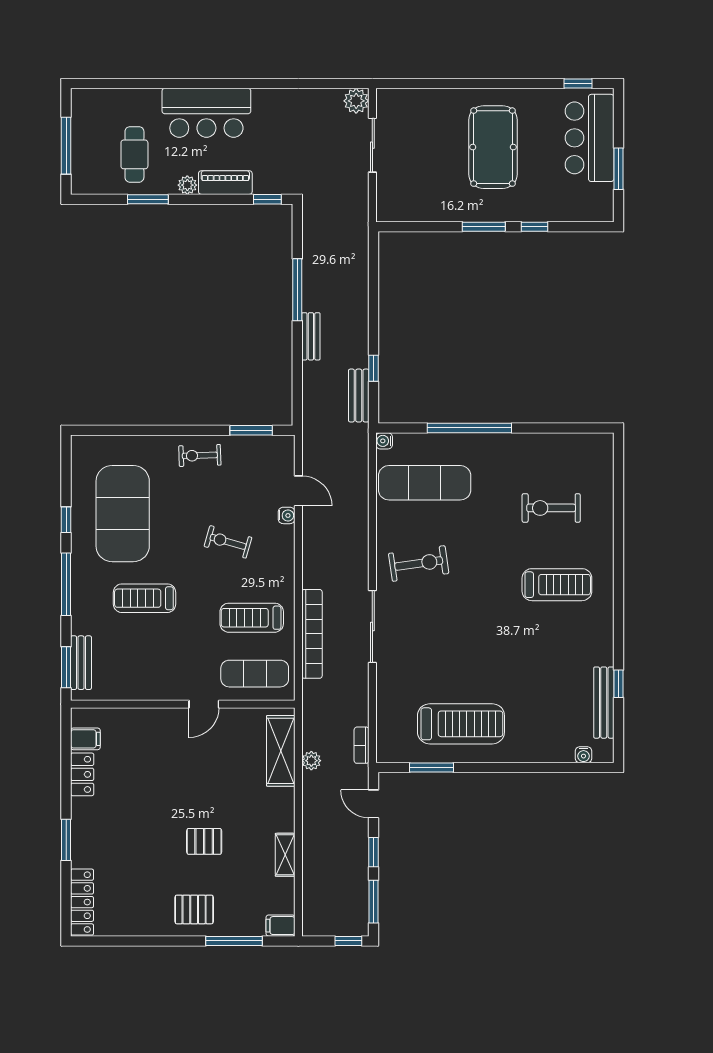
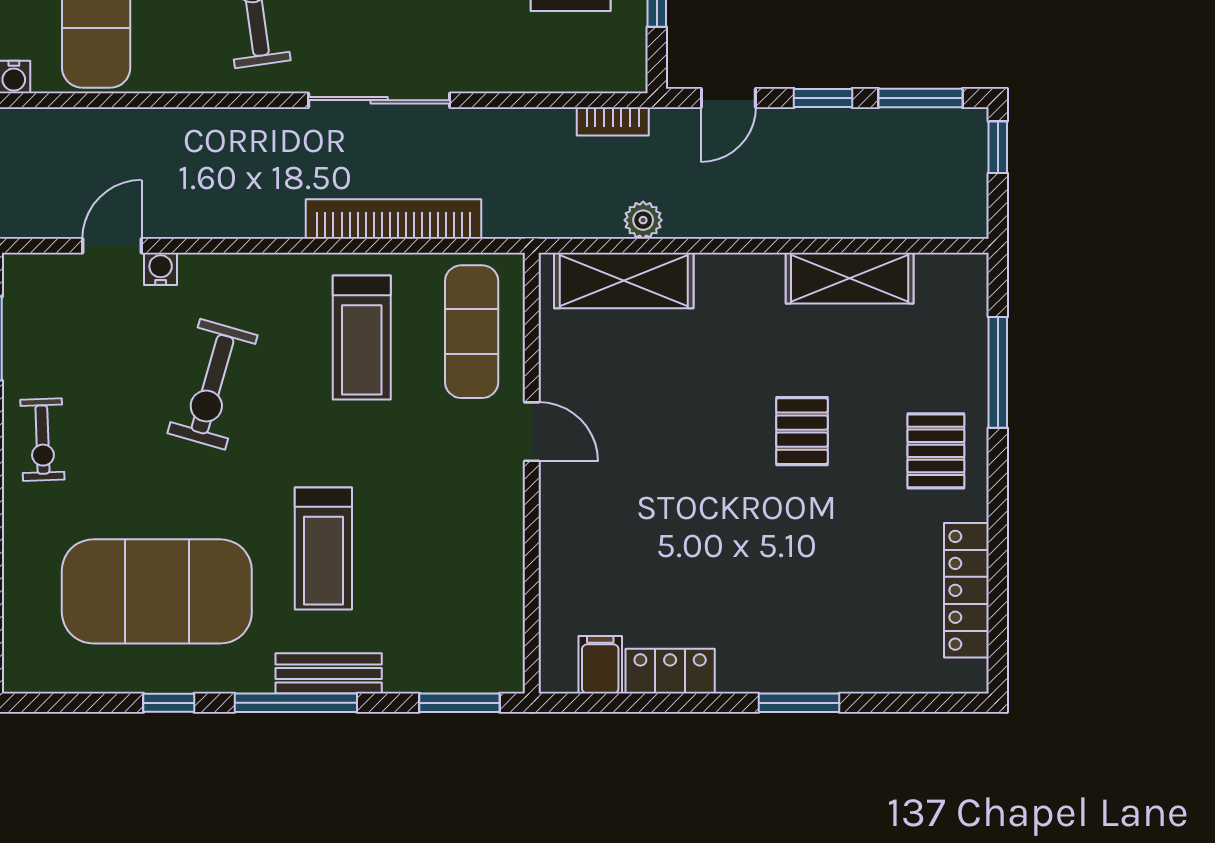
exercise bike: (228, 542) -> (213, 384), width x1.38, depth x1.39
bench: (81, 663) -> (329, 673), moved
shelving: (285, 855) -> (850, 278), width x1.50, depth x1.33
locker: (82, 902) -> (966, 590), moved, turned -90
filing cabinet: (281, 926) -> (968, 281), removed

